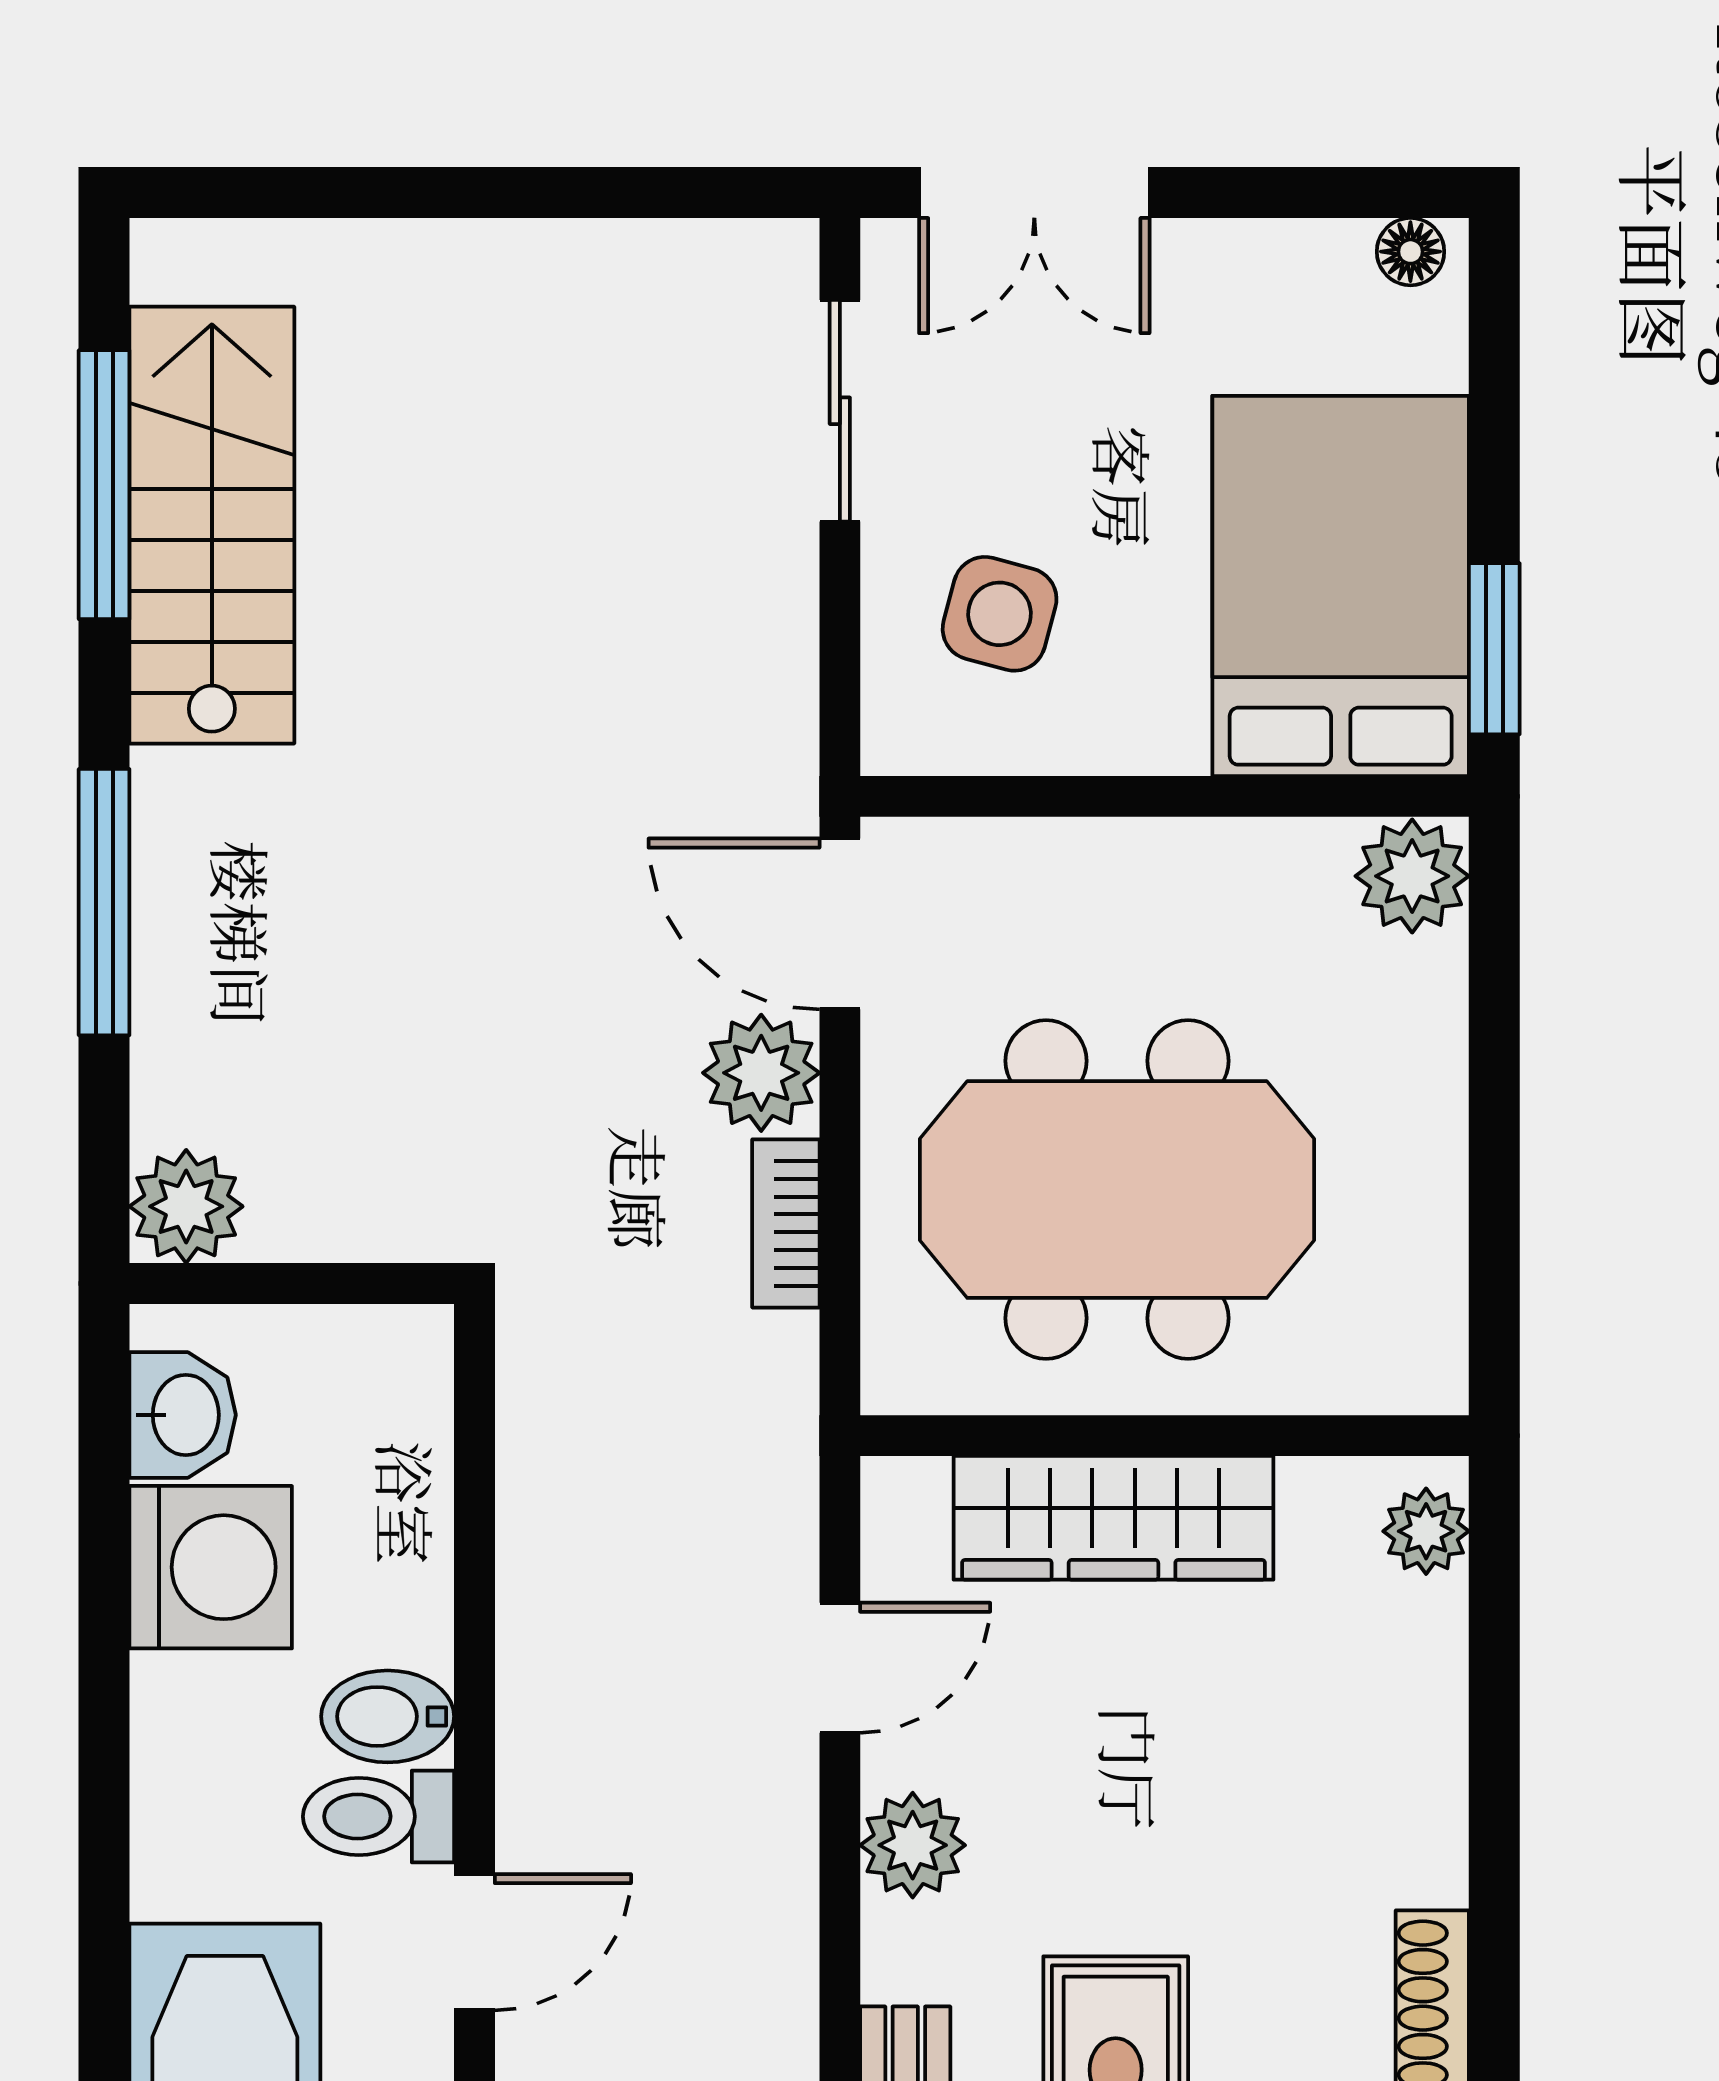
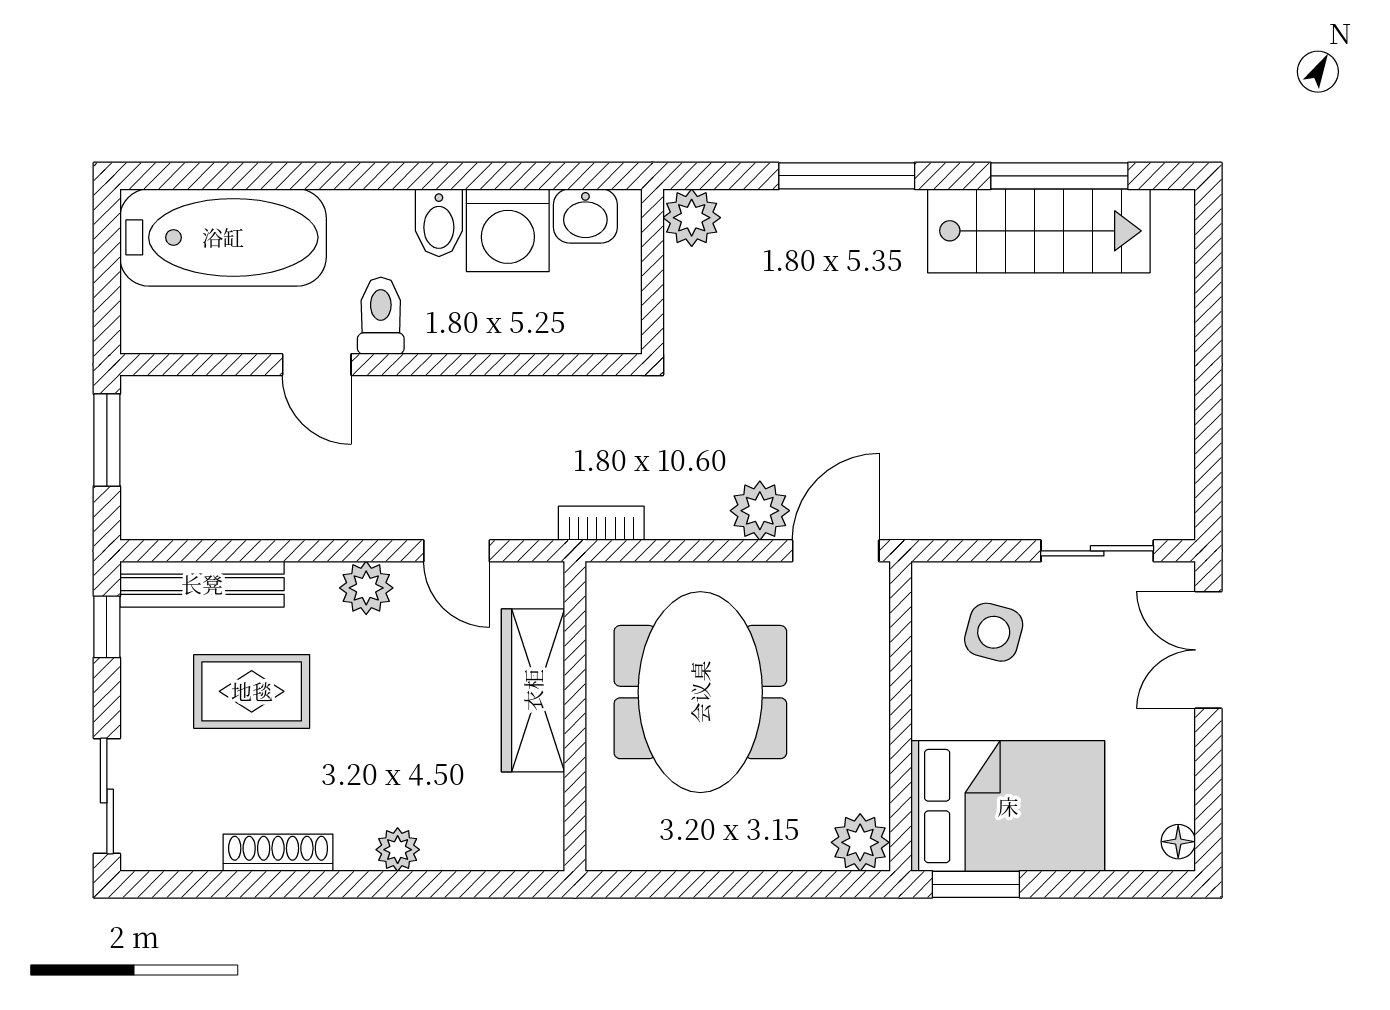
bookcase: (786, 1223) -> (601, 523), moved
plant: (1426, 1531) -> (398, 850), moved
bidet: (388, 1716) -> (439, 223), moved, turned 180

